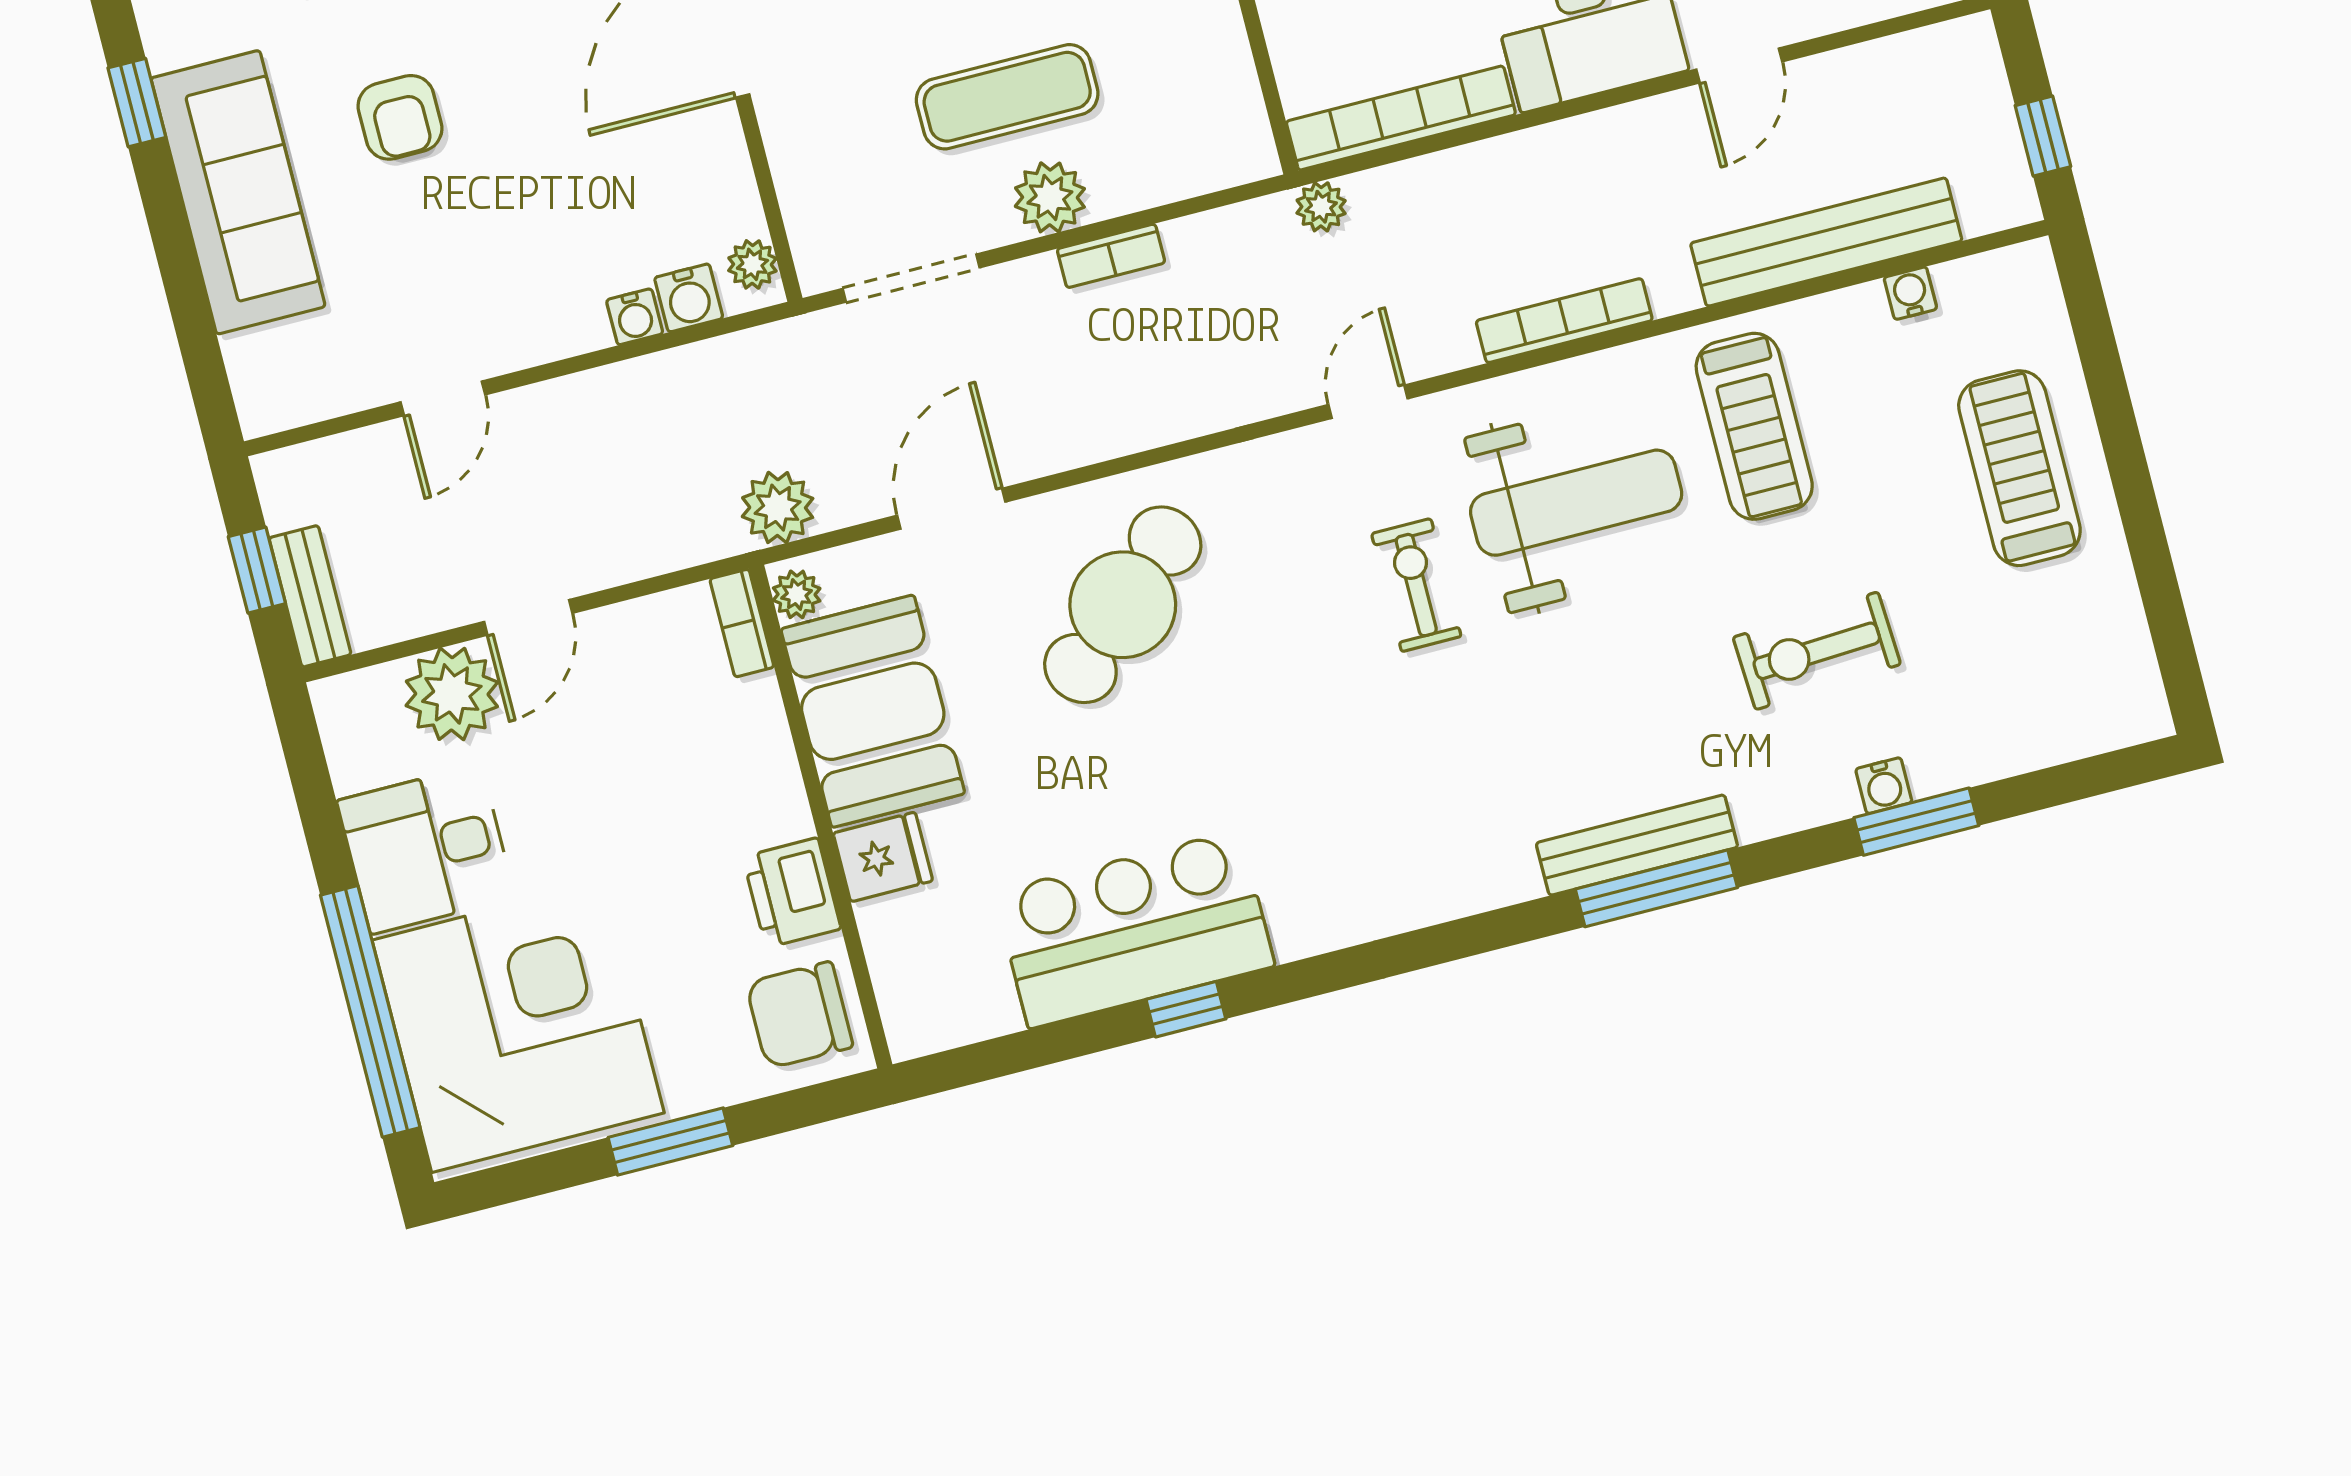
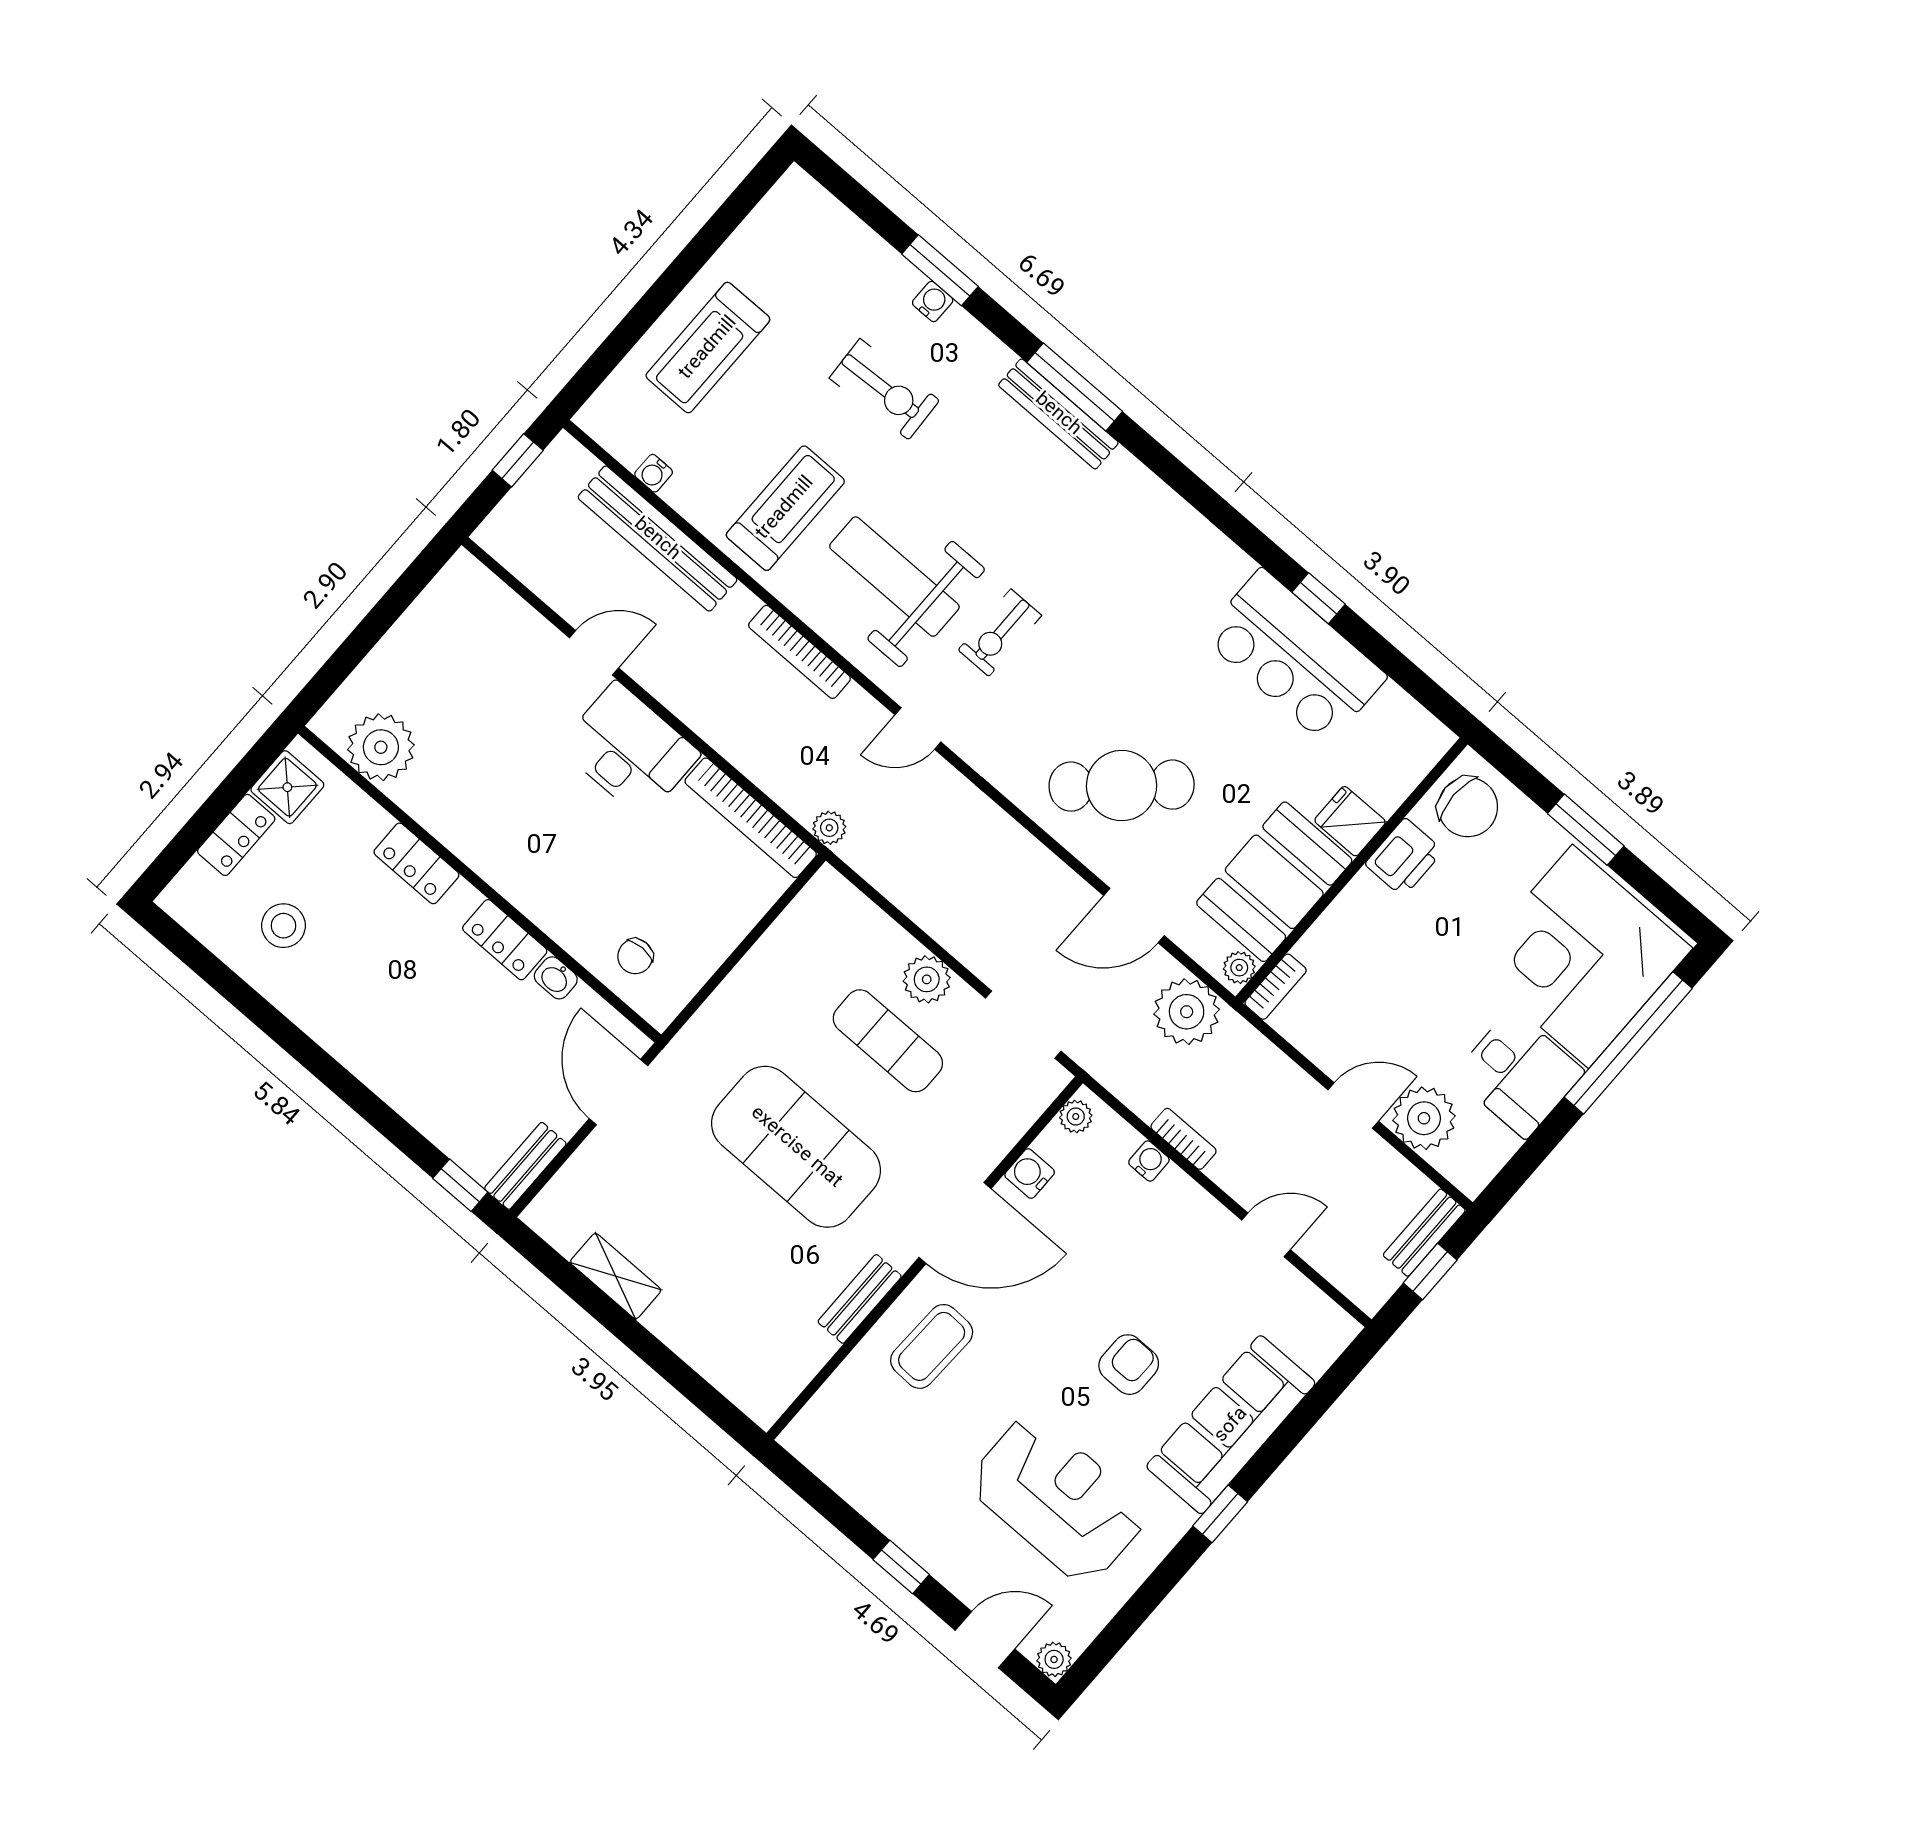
bookcase: (1111, 256) -> (1184, 1139), moved
water cooler: (689, 298) -> (1030, 1174), moved, turned -90
plant: (778, 508) -> (1187, 1012), width x1.36, depth x1.36

